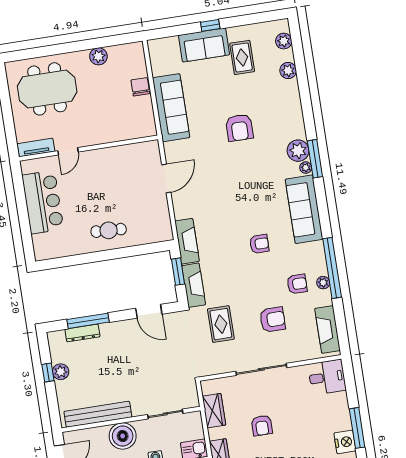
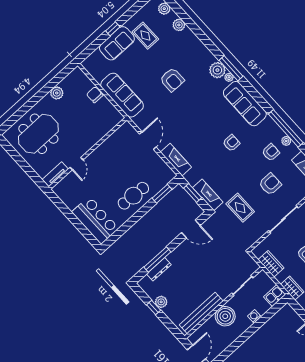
bar counter: (43, 202) -> (95, 220), moved
cafe table: (109, 230) -> (133, 196), width x1.37, depth x1.35
fireplace: (187, 241) -> (176, 160), moved
window: (143, 250) -> (162, 194), added

